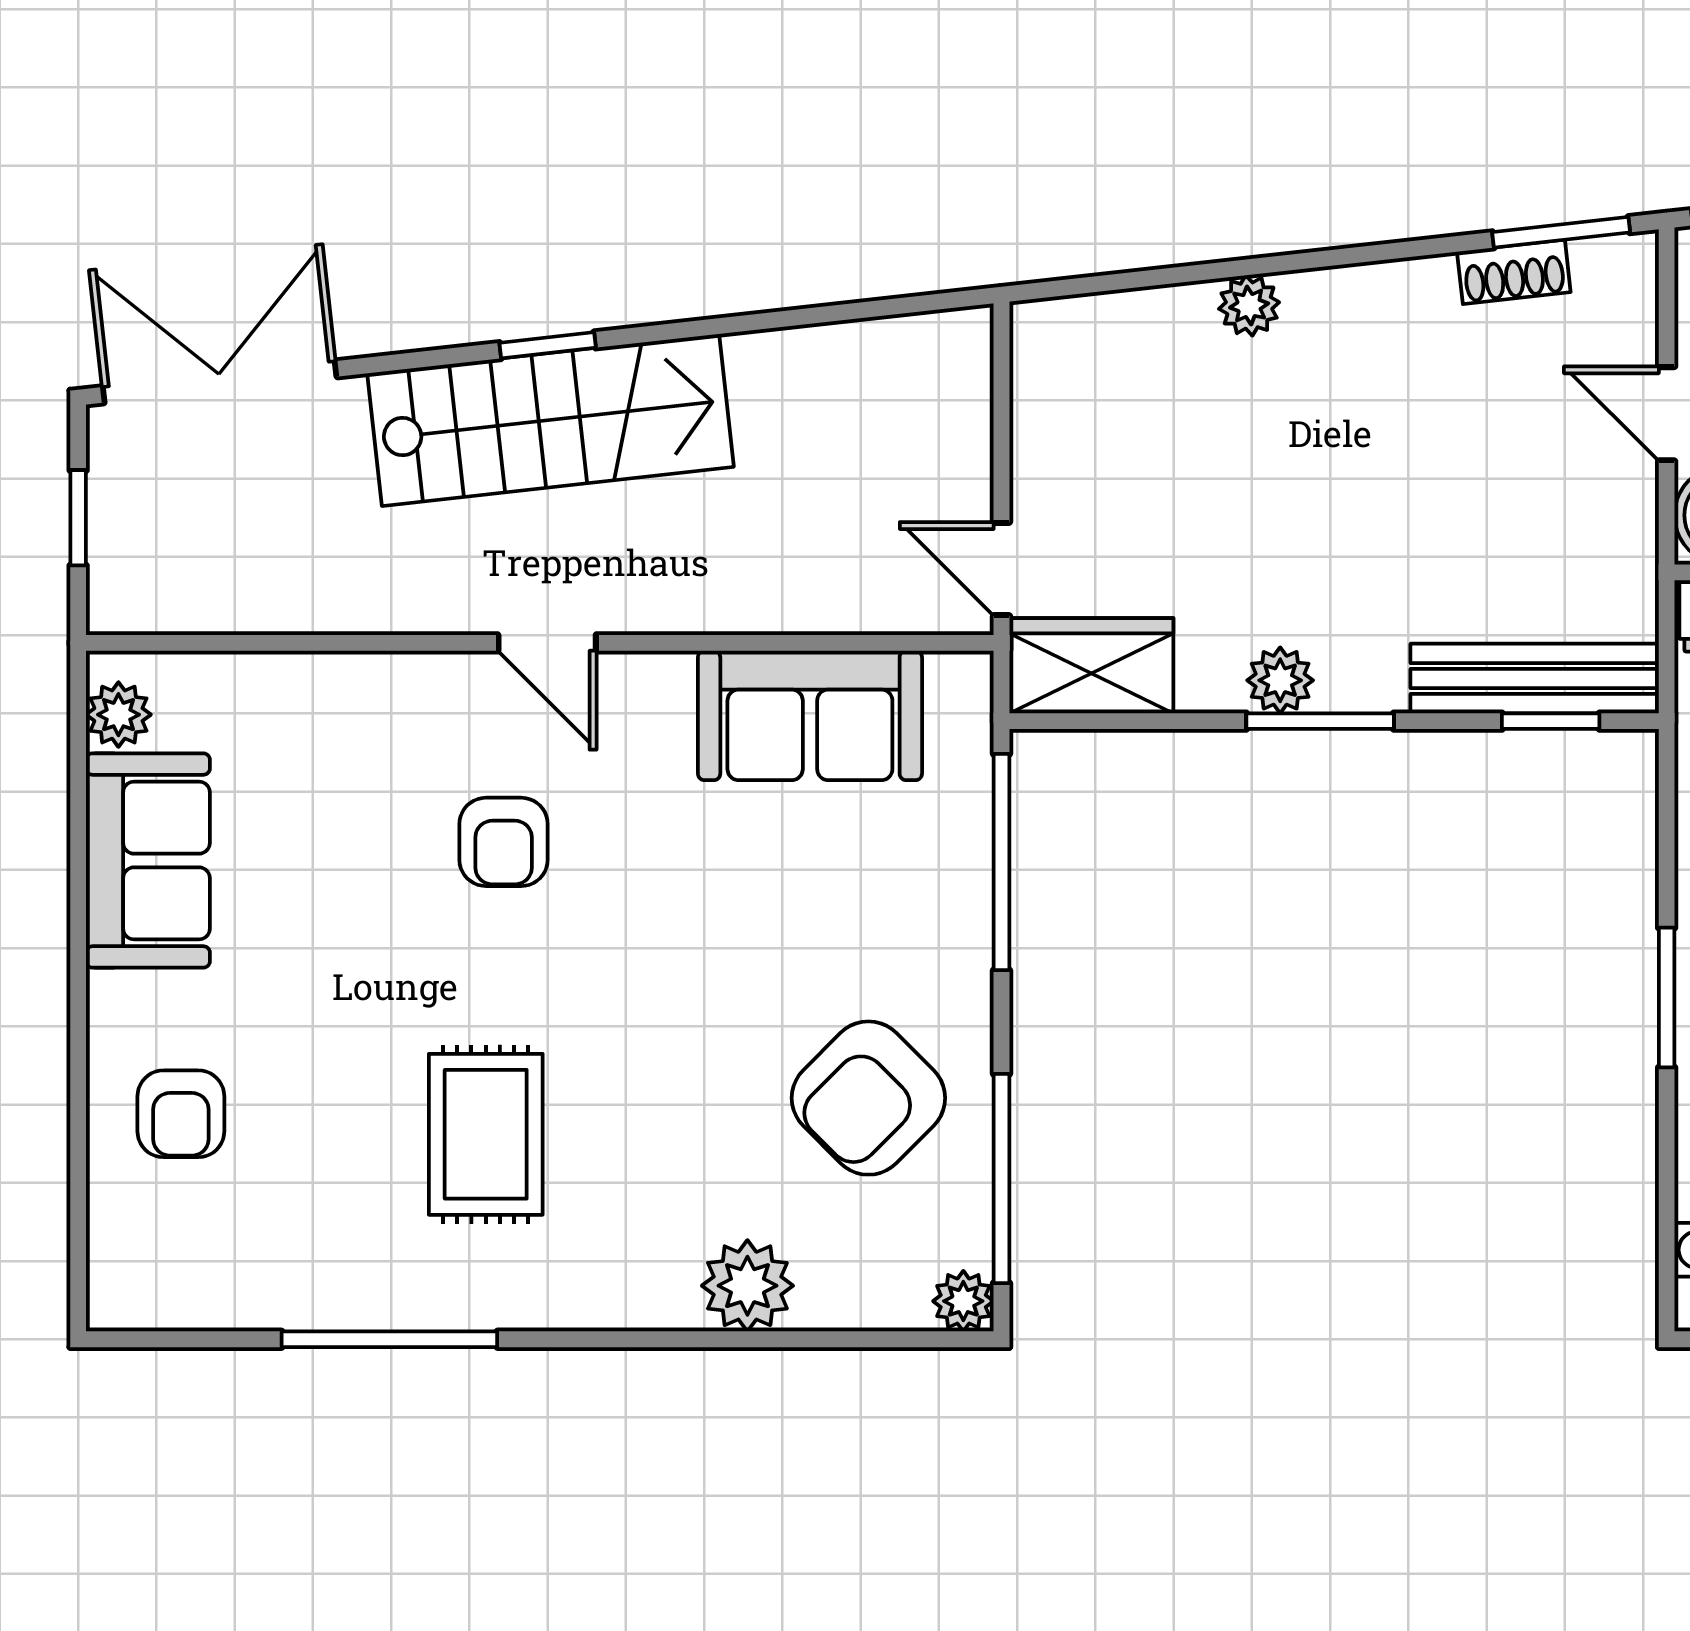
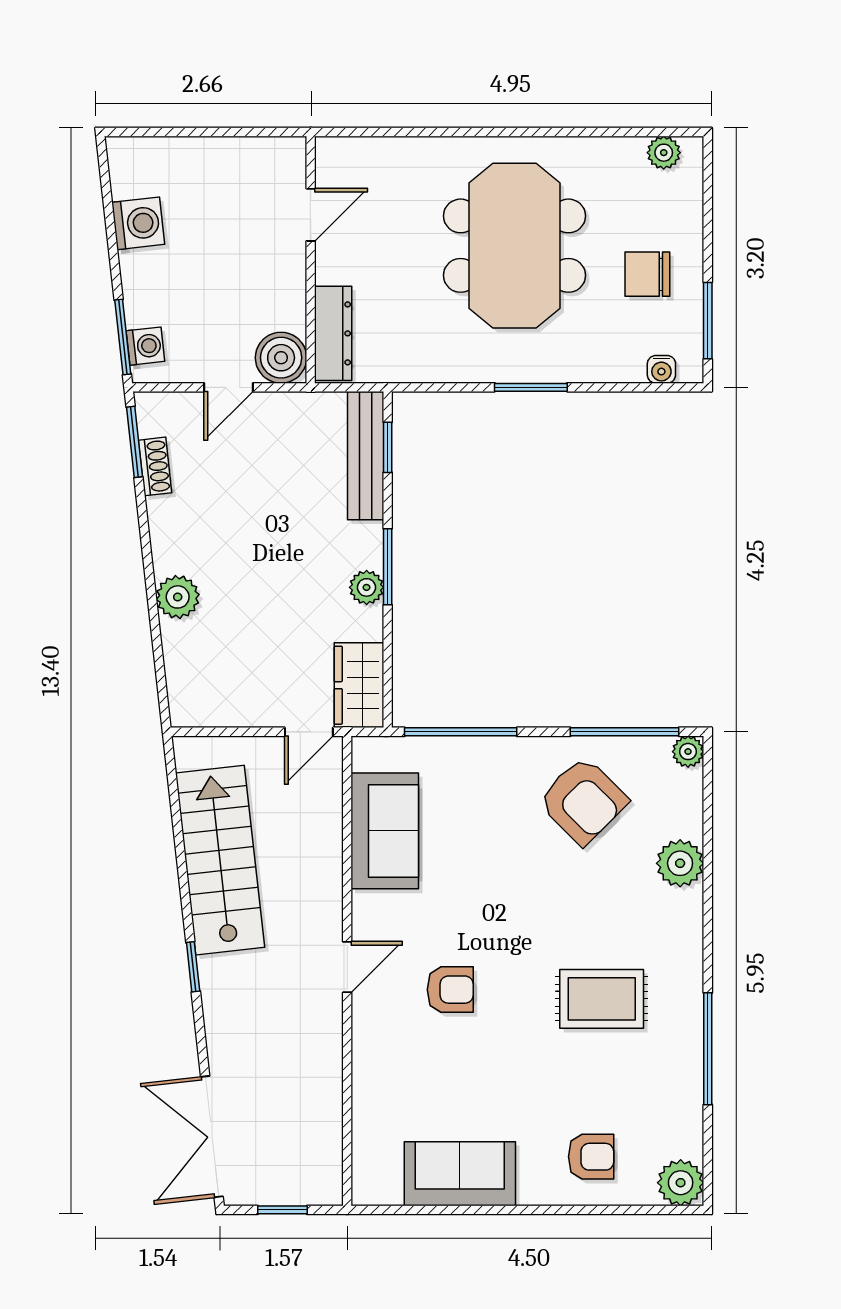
plant: (1249, 306) -> (178, 597), width x1.38, depth x1.38
stairs: (550, 420) -> (220, 860), moved
plant: (118, 715) -> (681, 1183), moved, width x1.38, depth x1.38

